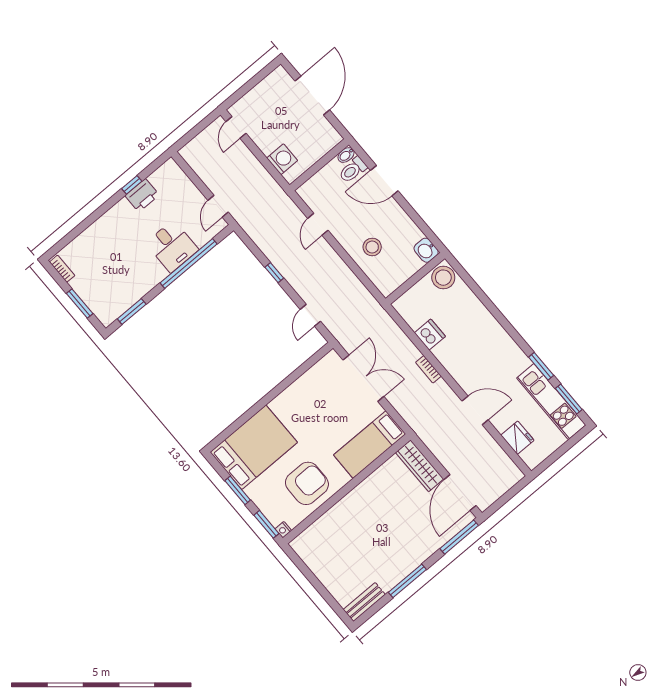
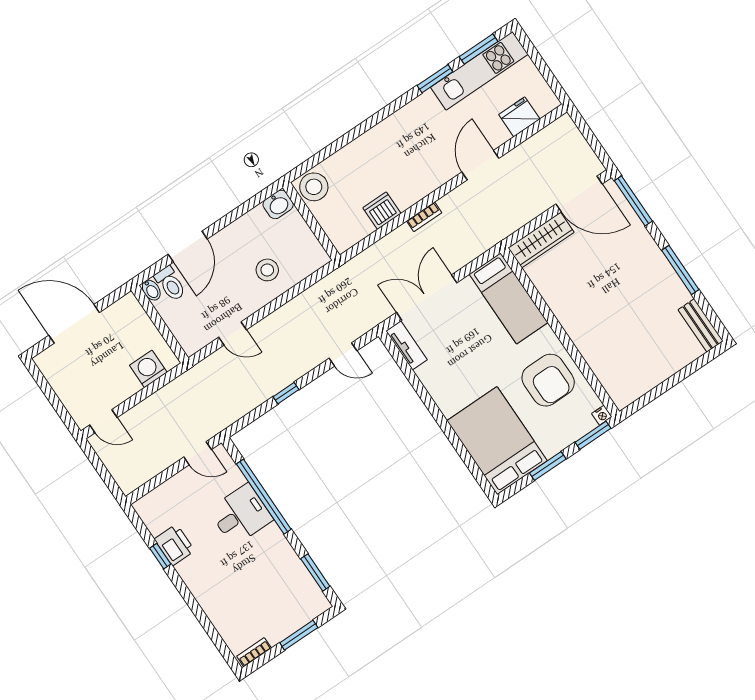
tv unit: (323, 366) -> (407, 345), added
armchair: (307, 483) -> (548, 380), turned 180

